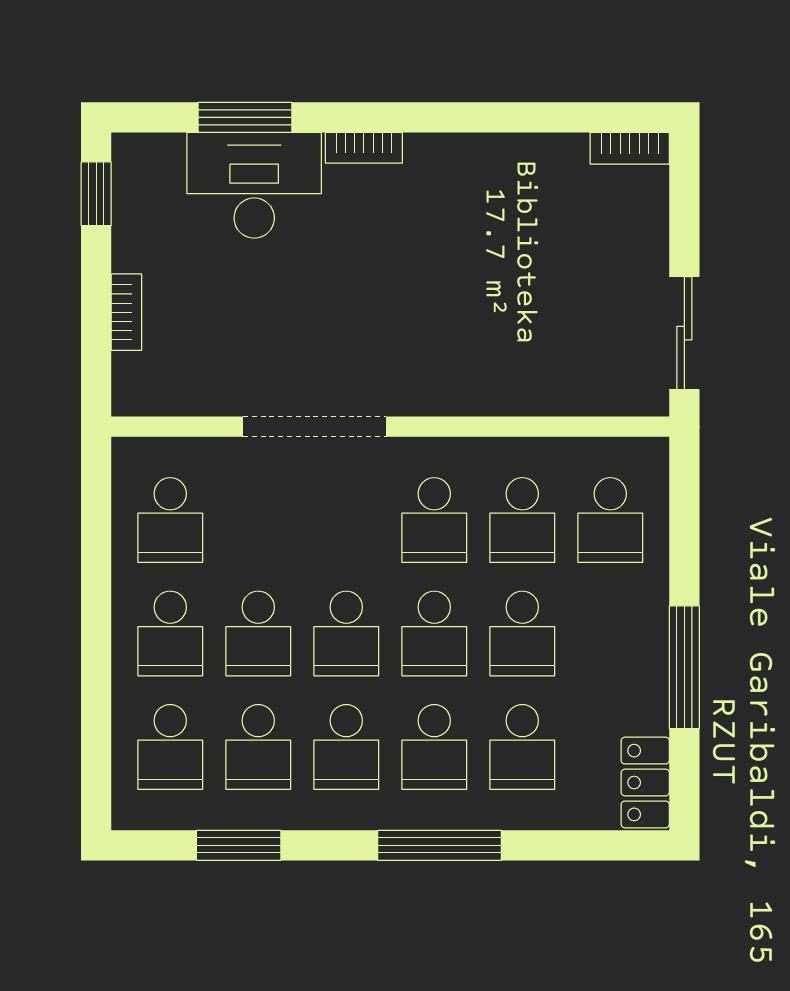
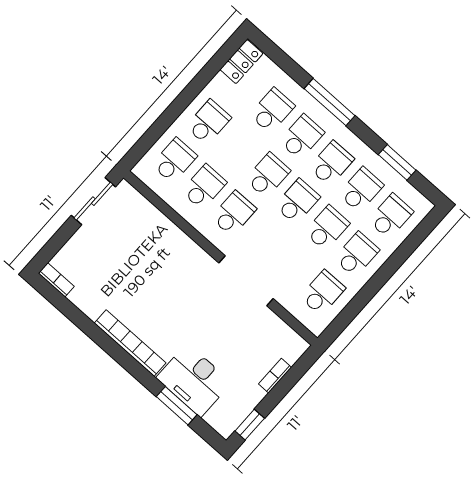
bookcase: (364, 148) -> (130, 343), width x2.31, depth x1.31
school desk: (522, 633) -> (208, 122), moved
window: (684, 667) -> (194, 89), removed

